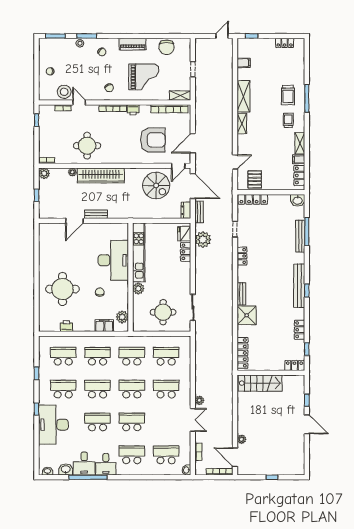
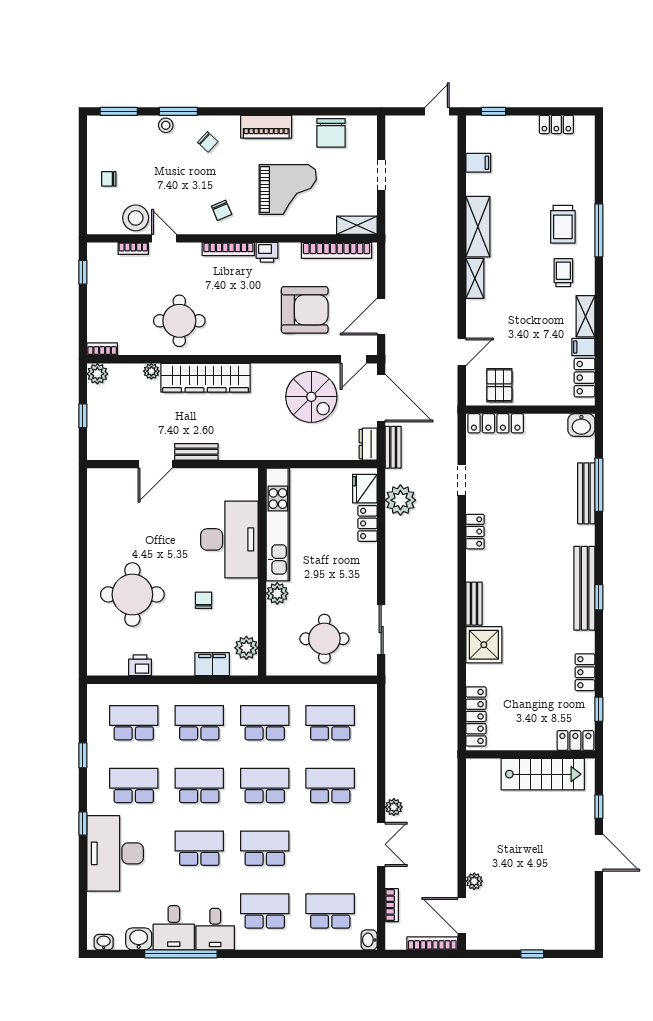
stairs: (260, 383) -> (543, 774), moved

